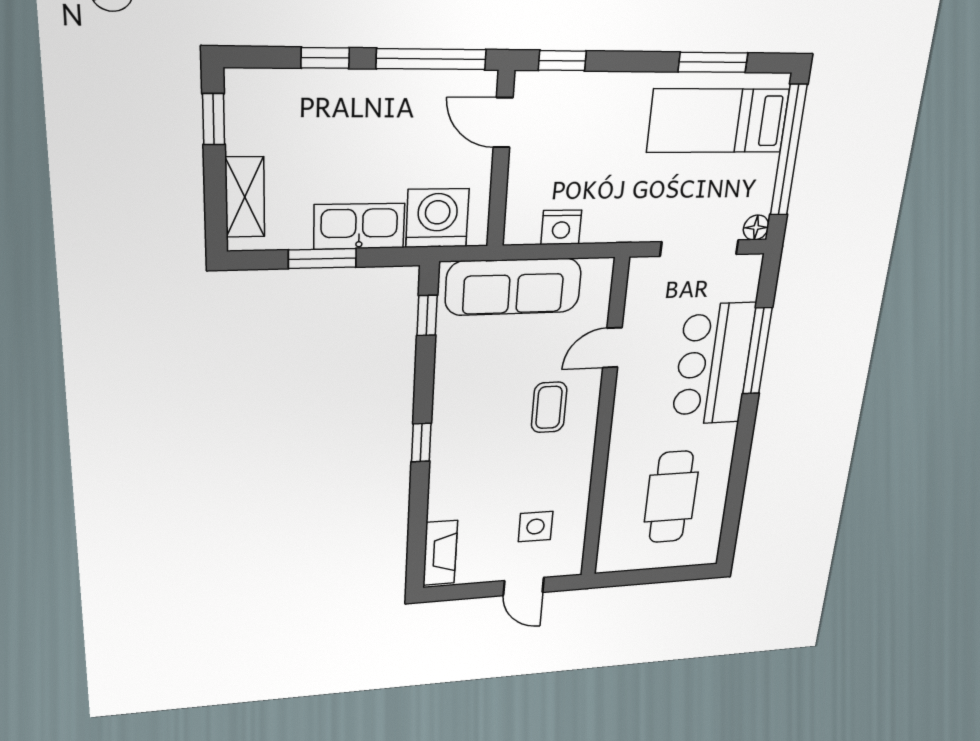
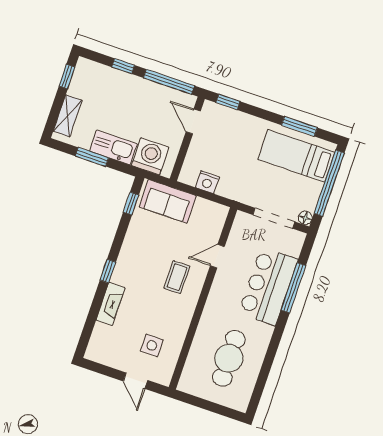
sofa: (514, 287) -> (168, 201), width x0.73
fireplace: (440, 553) -> (110, 304), moved

